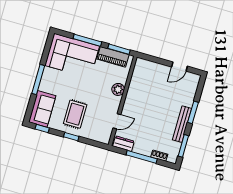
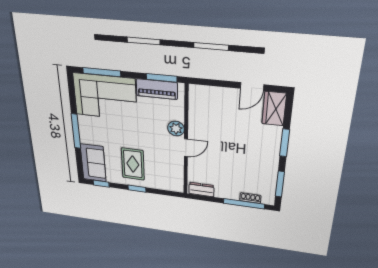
window: (87, 40) -> (102, 72), moved
wardrobe: (191, 85) -> (274, 109), added
door: (117, 121) -> (186, 148), moved
bench: (182, 124) -> (272, 159), removed
window: (142, 157) -> (244, 204), moved

